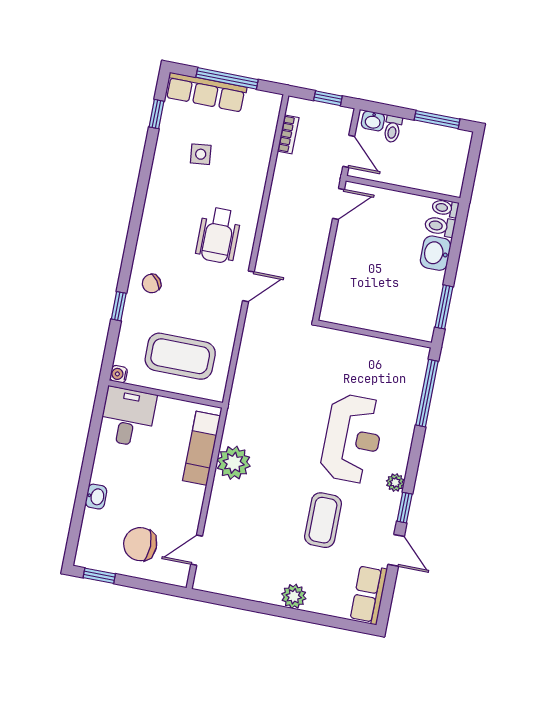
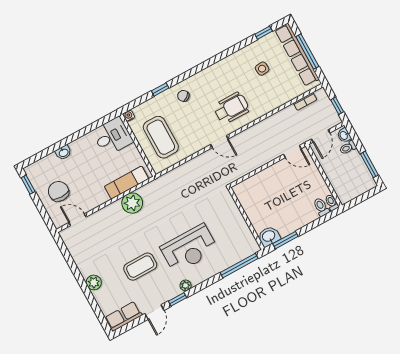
row of seats: (206, 92) -> (297, 55), width x1.36
wheelchair: (218, 235) -> (231, 108), turned 180
washbasin: (436, 253) -> (269, 236), moved

